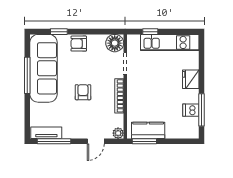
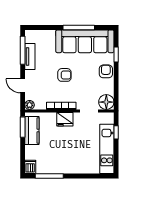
fridge: (191, 79) -> (65, 119), moved, turned 180
dishwasher: (191, 110) -> (30, 167), moved
tv unit: (46, 133) -> (30, 56), moved

